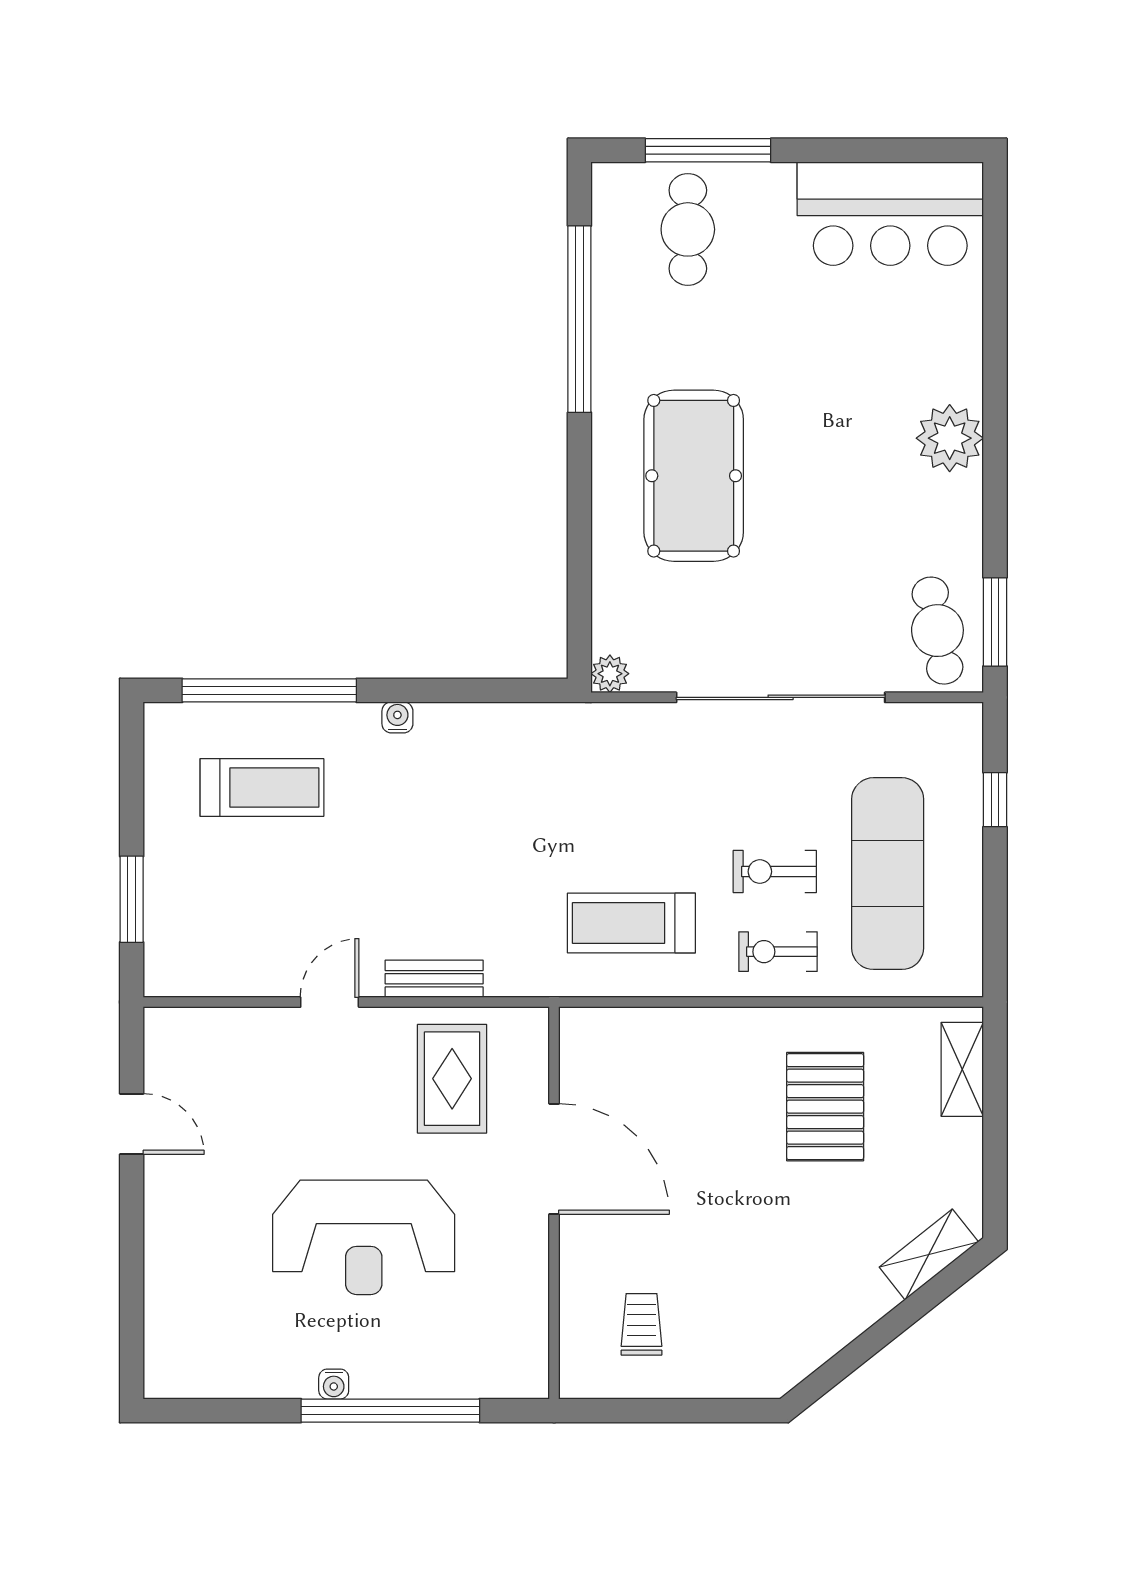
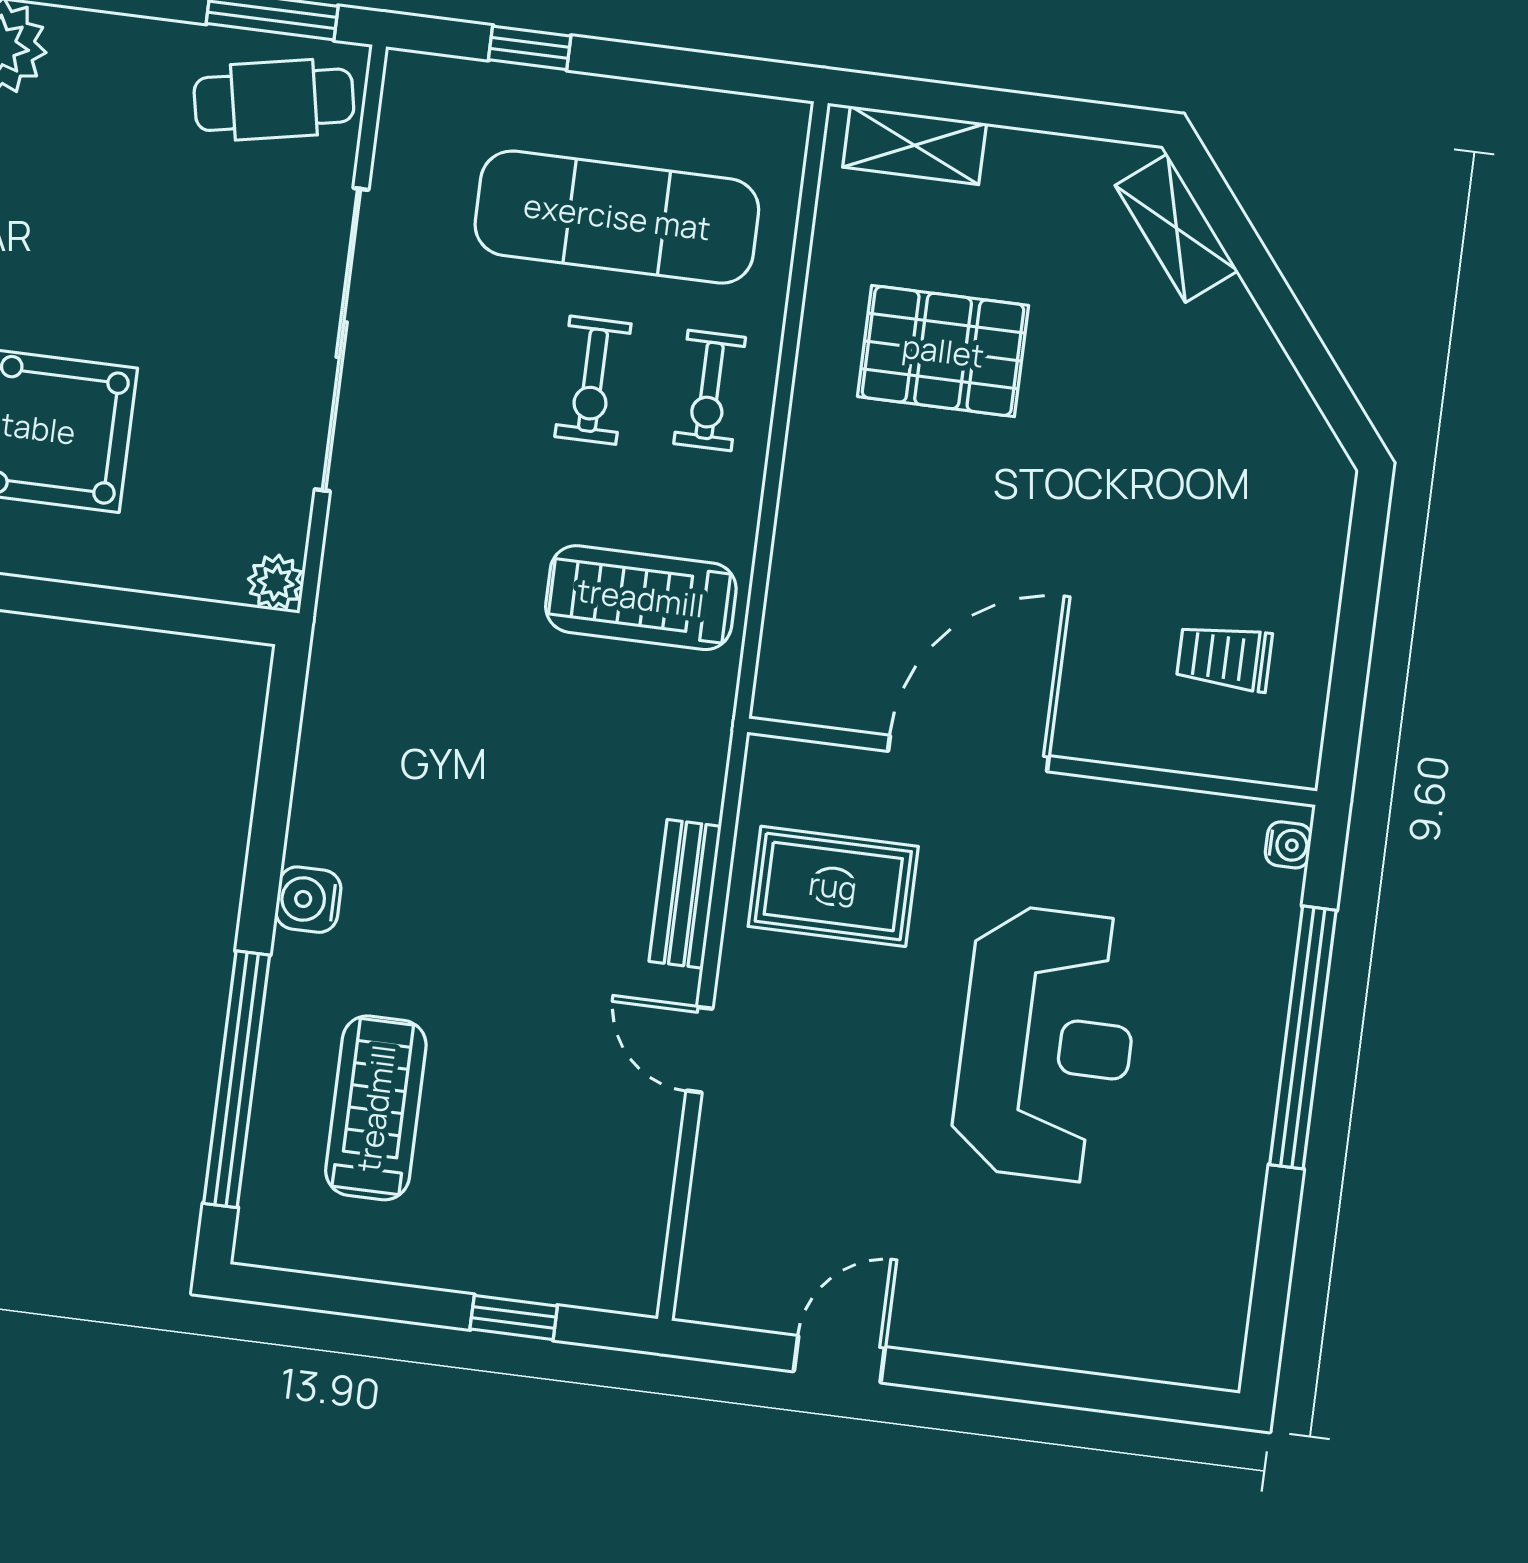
water cooler: (397, 717) -> (308, 900), width x1.38, depth x1.38
window: (132, 899) -> (514, 1317), width x0.67
treadmill: (631, 923) -> (641, 598), turned 90
water cooler: (334, 1384) -> (1288, 845), moved

